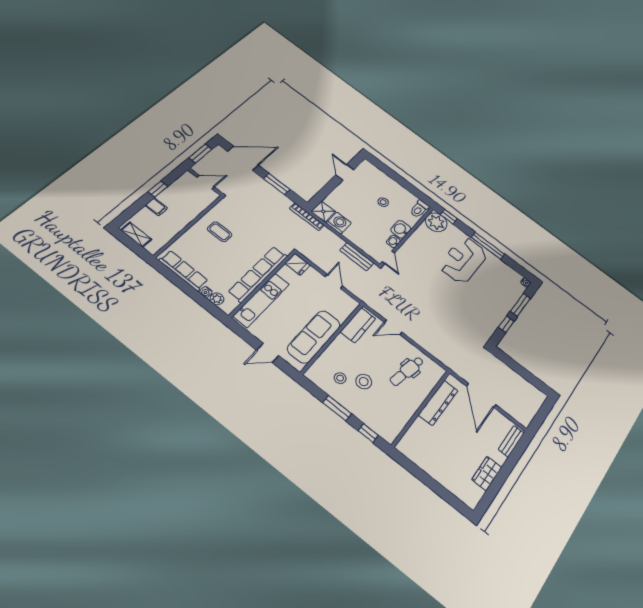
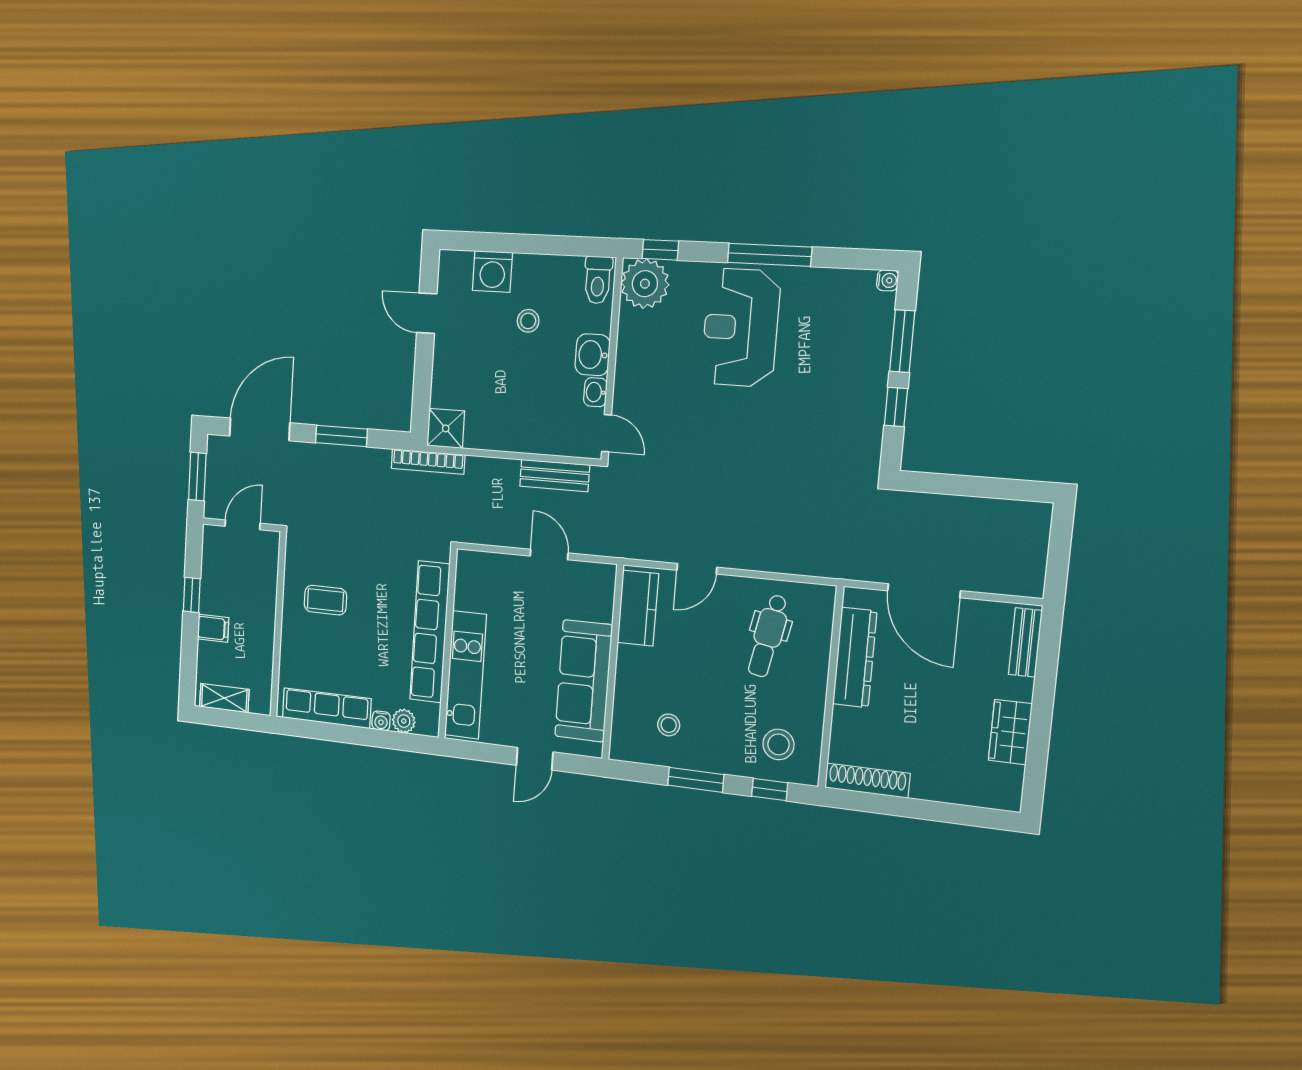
washing machine: (339, 223) -> (492, 271), moved, turned 180
fridge: (297, 264) -> (474, 567), removed
stool: (364, 382) -> (778, 744), moved
shoe rack: (414, 456) -> (867, 781), added

